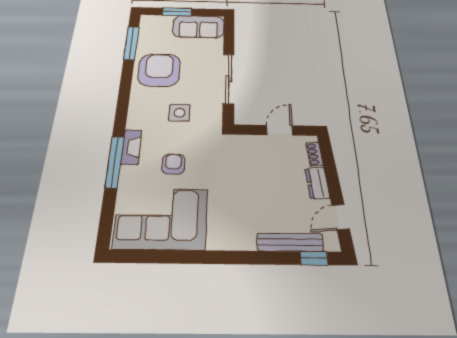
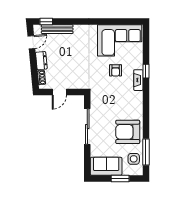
armchair: (159, 70) -> (128, 132), turned 90
side table: (180, 113) -> (134, 159), moved
window: (115, 162) -> (146, 71), width x0.46

